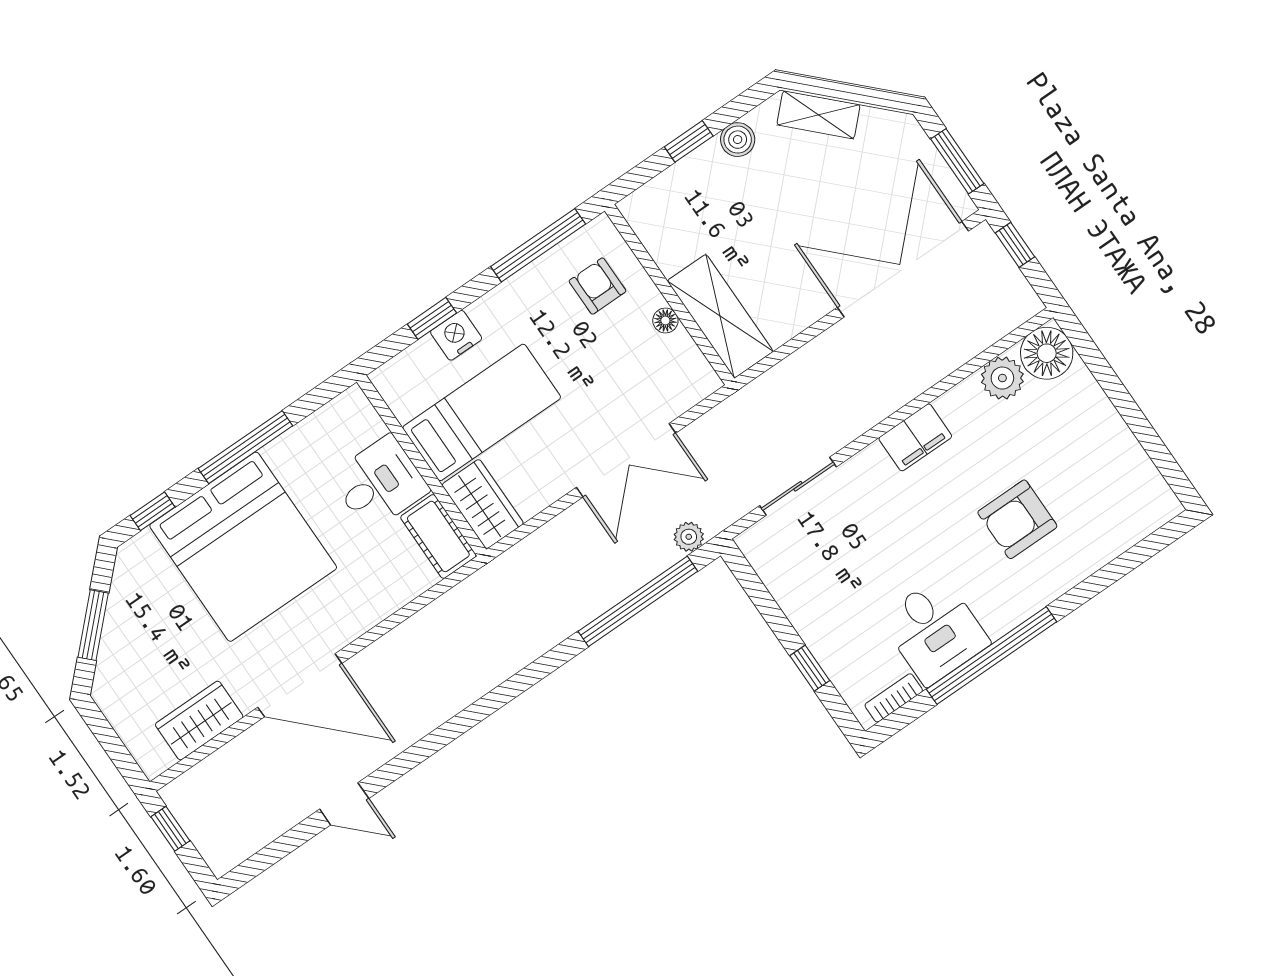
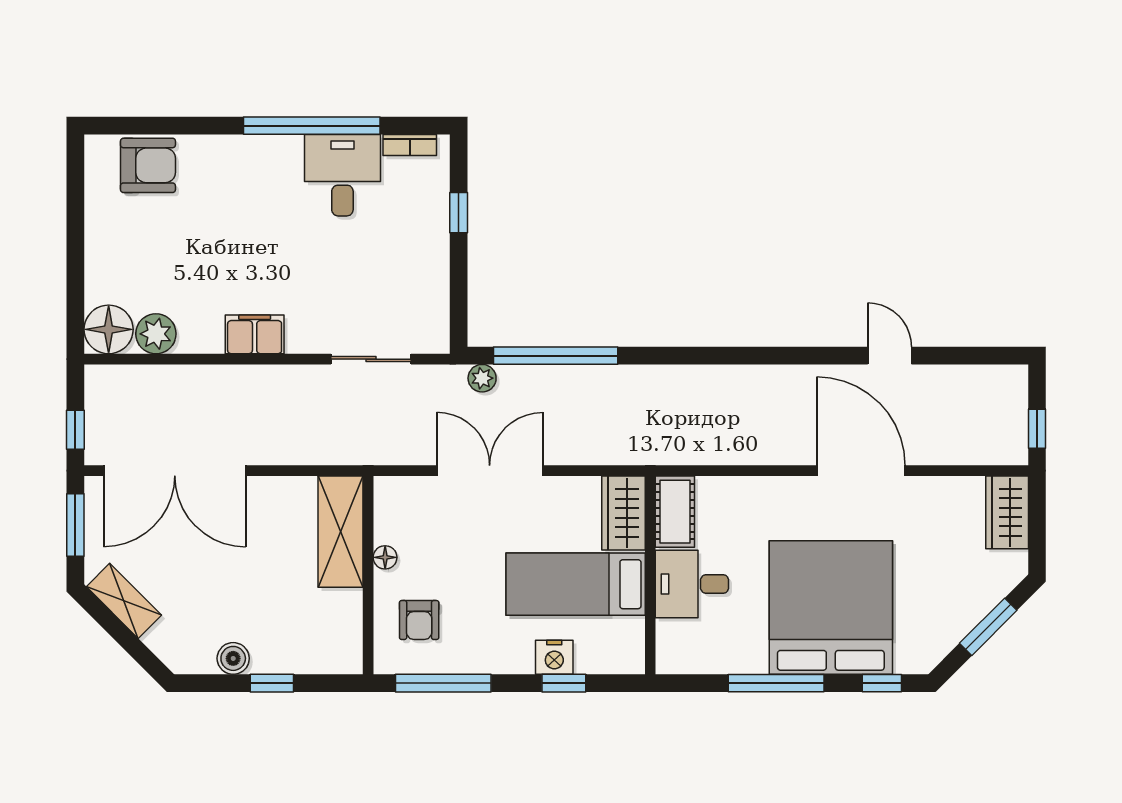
shelving: (818, 115) -> (124, 601), moved
armchair: (1017, 519) -> (148, 165), moved
wardrobe: (199, 721) -> (1007, 512), moved, turned 90

